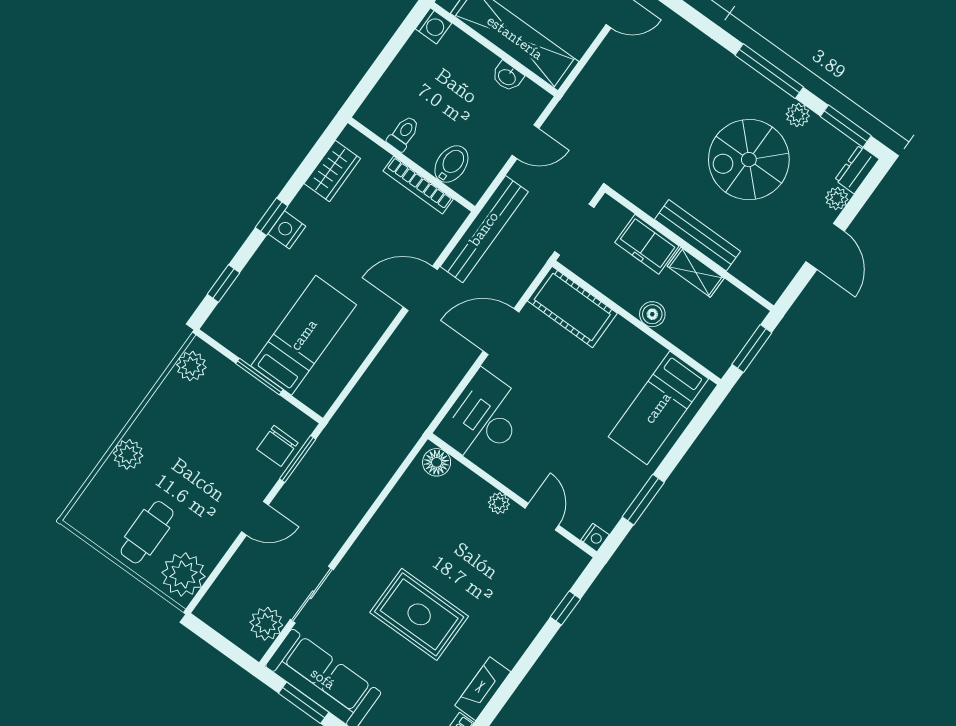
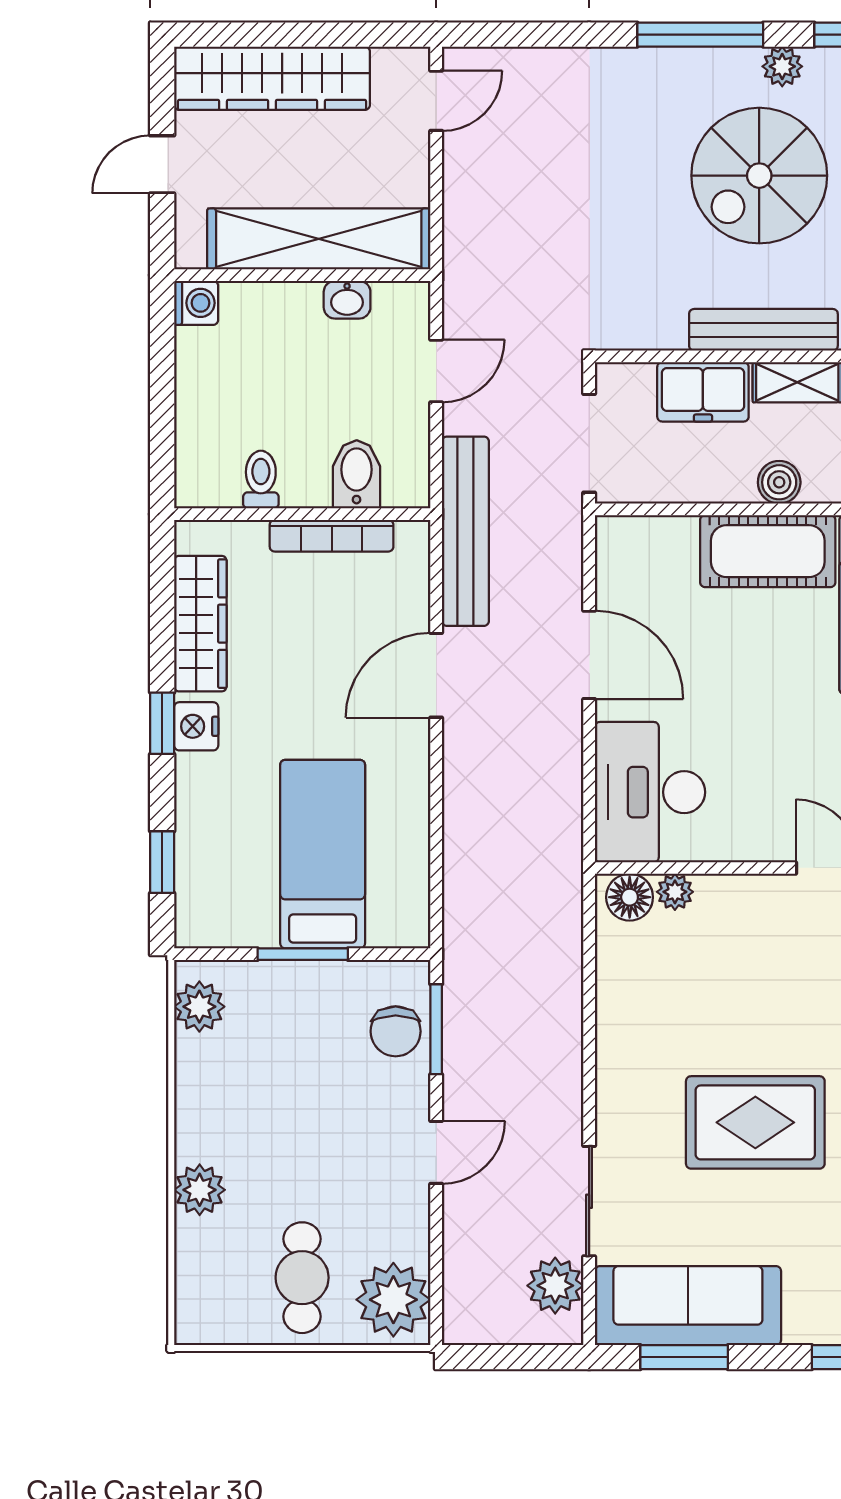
wardrobe: (332, 171) -> (200, 624), width x1.50
cot: (572, 307) -> (768, 551), moved
door: (501, 332) -> (589, 655), swing flipped
plant: (499, 503) -> (675, 892), moved

